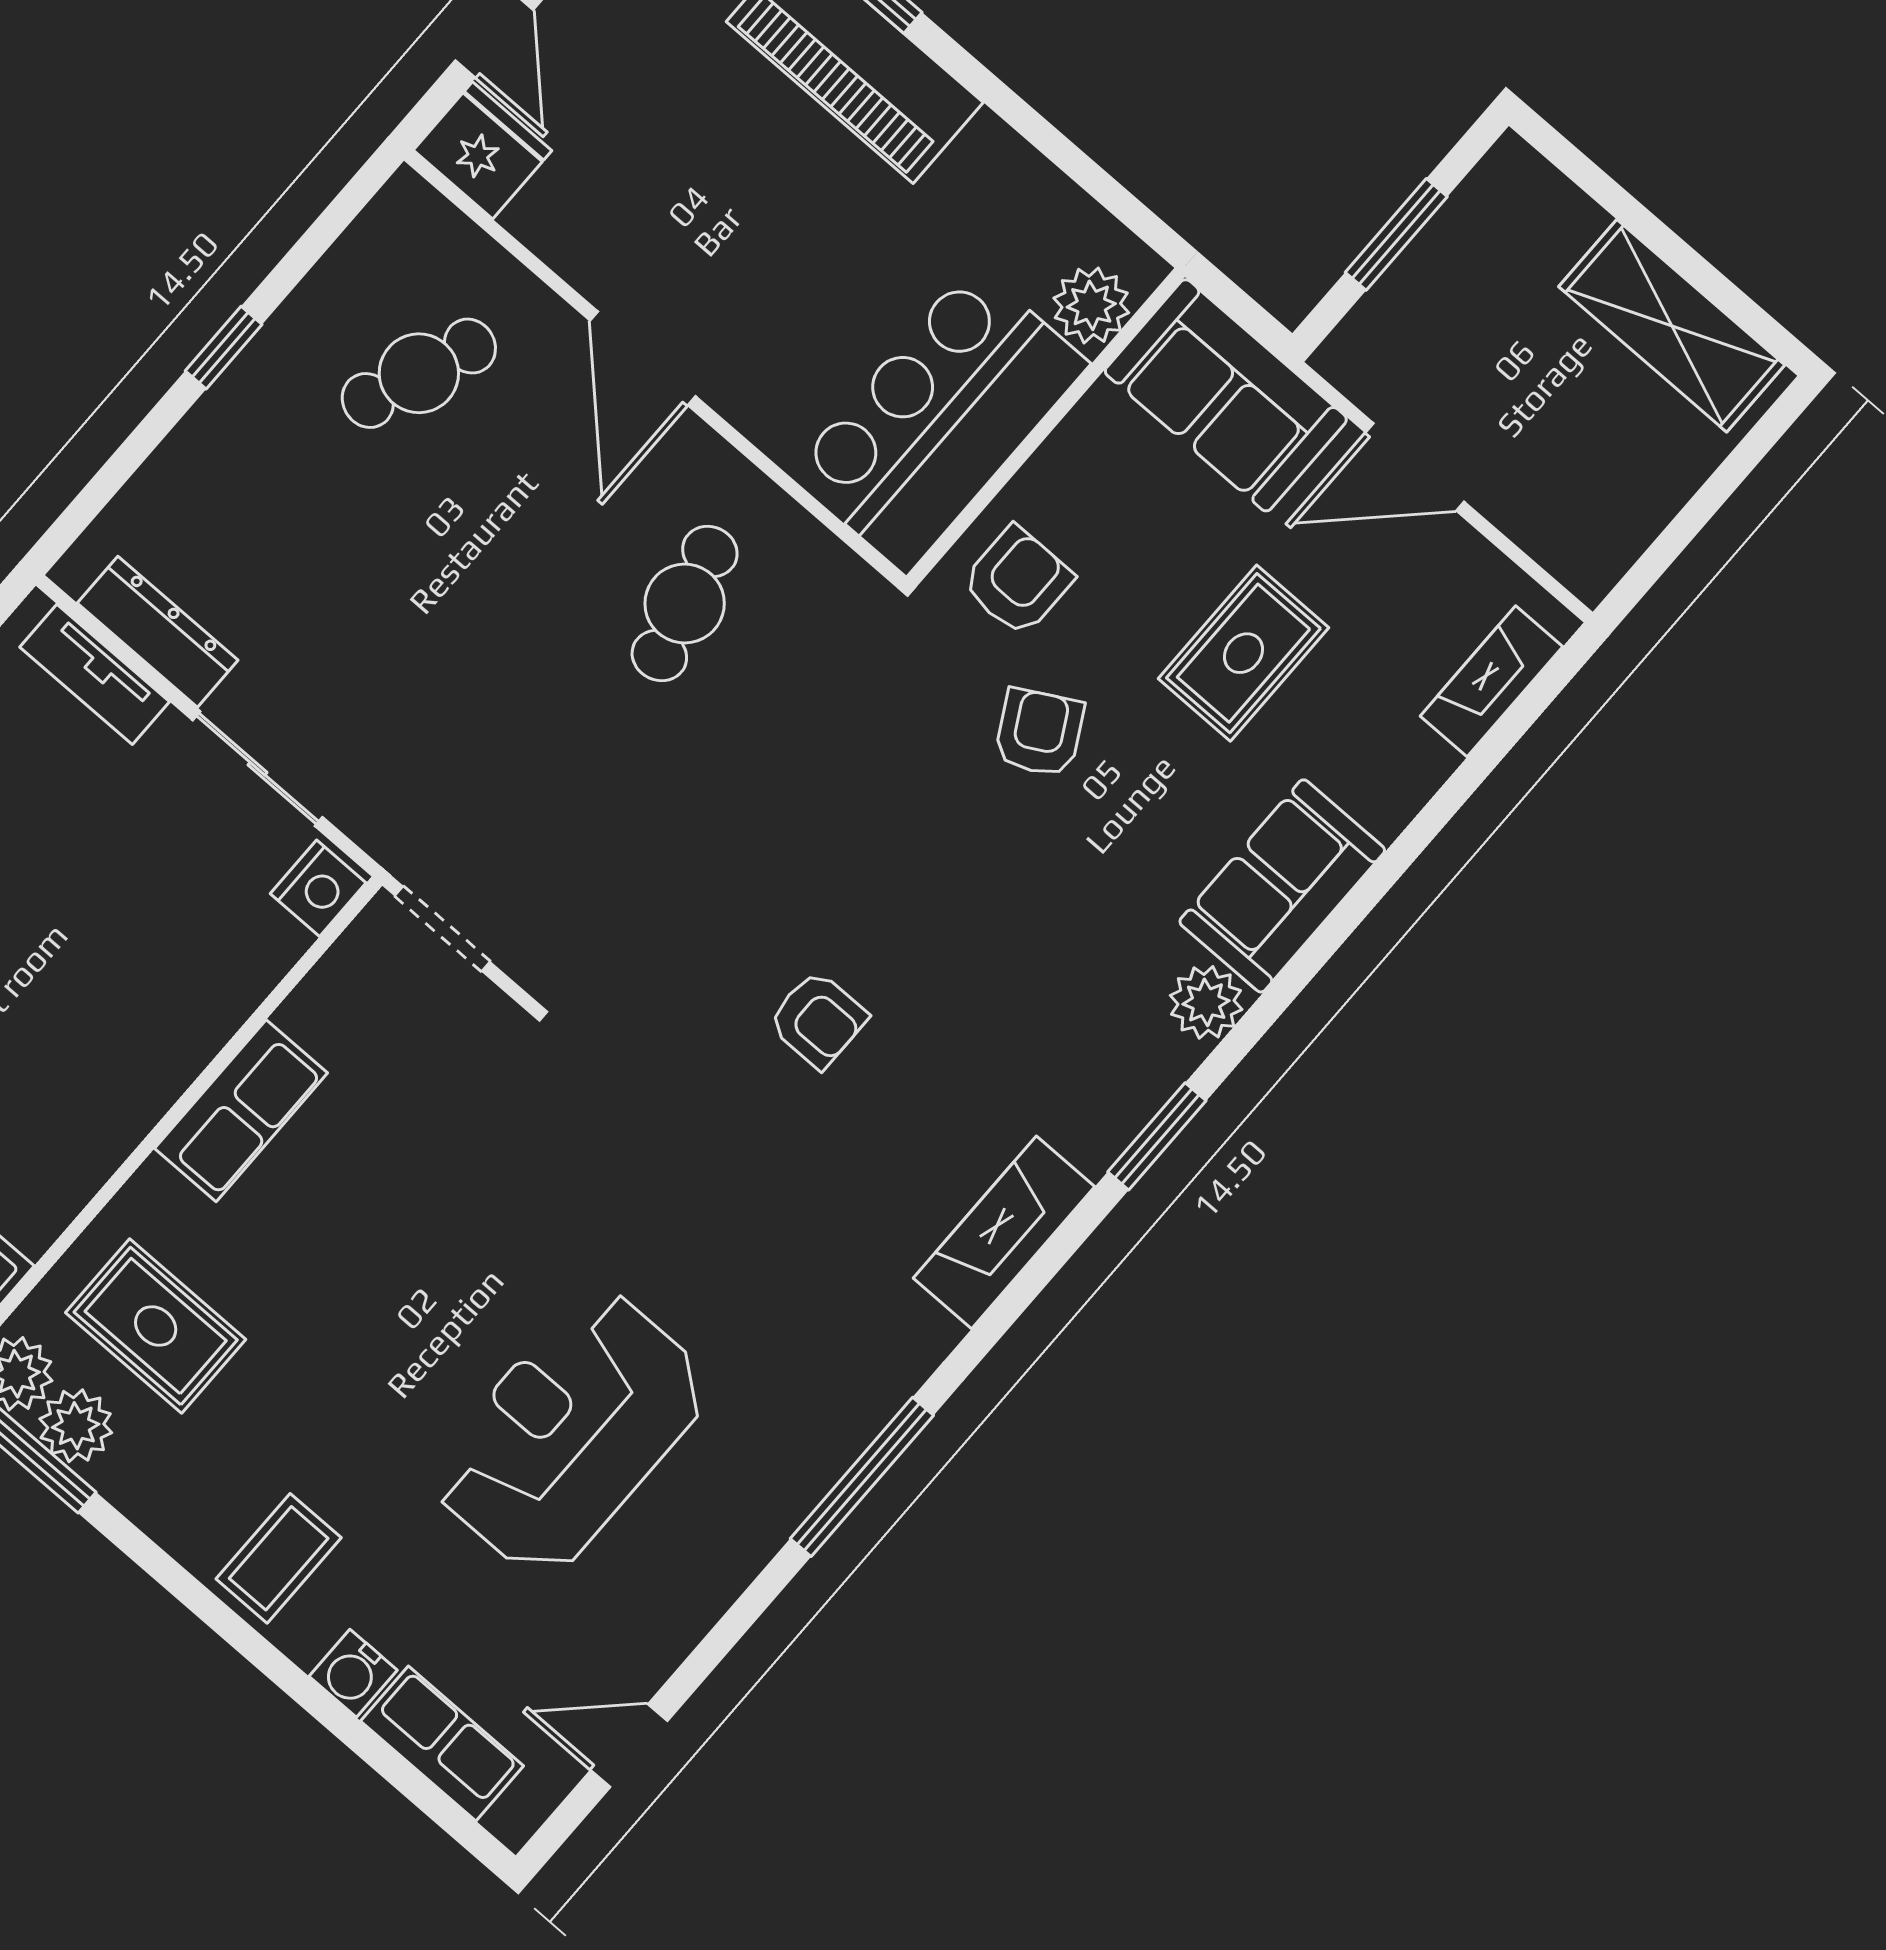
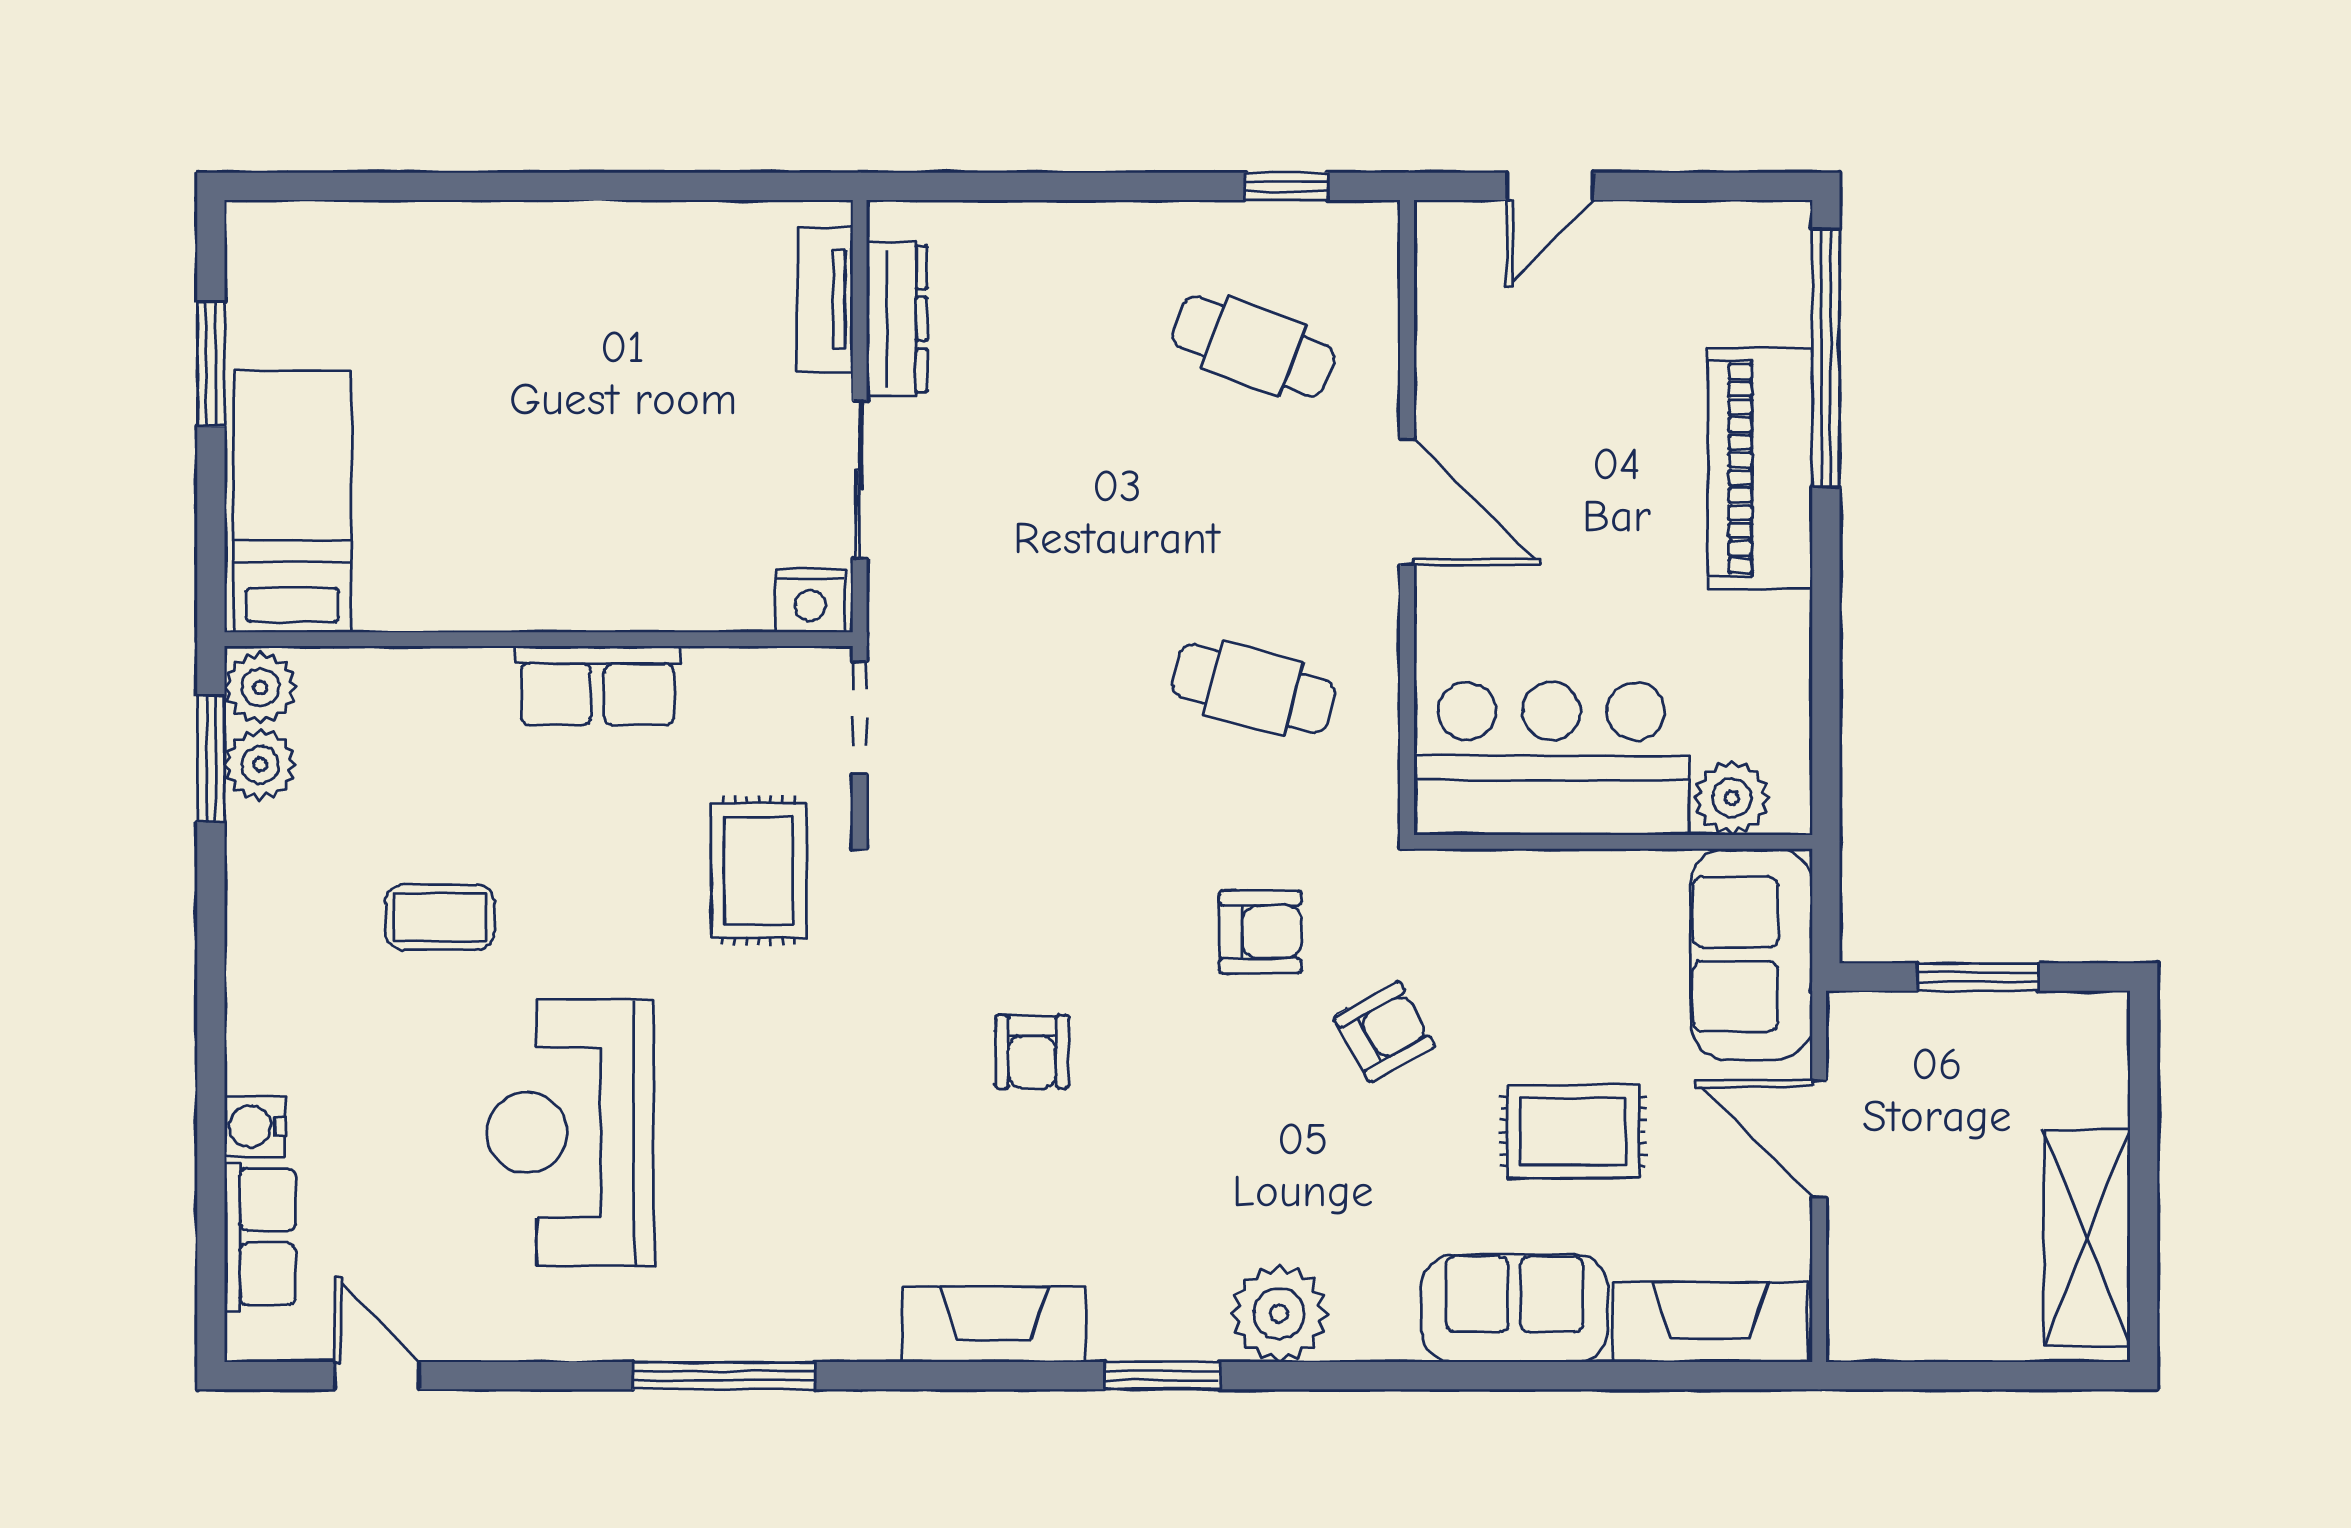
fridge: (482, 150) -> (1458, 251), removed
window: (224, 348) -> (1286, 186), moved
door: (643, 358) -> (1407, 502), swing flipped
armchair: (1017, 581) -> (1260, 932), moved
cafe table: (685, 603) -> (1253, 689), turned 30
fireplace: (1491, 681) -> (1710, 1322), width x1.37, depth x1.32
sofa: (1282, 886) -> (1515, 1308), moved
plant: (1206, 1002) -> (1279, 1314), width x1.36, depth x1.36
rug: (156, 1326) -> (758, 871), moved
reception desk: (570, 1432) -> (570, 1133), turned -90
coffee table: (279, 1558) -> (440, 917), moved

